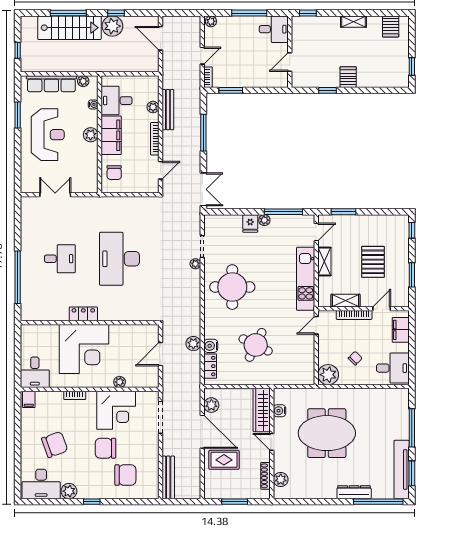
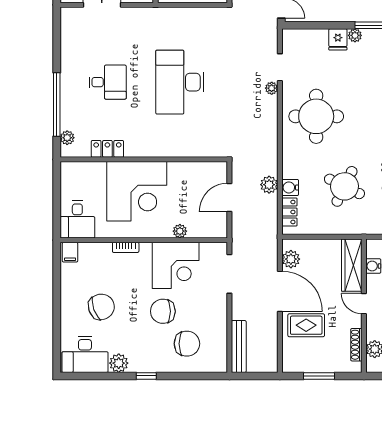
plant: (26, 305) -> (67, 138), added
locker: (83, 314) -> (107, 149), moved

